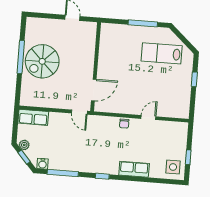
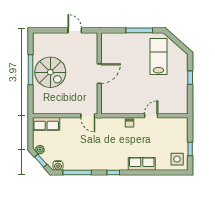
lab bench: (162, 53) -> (158, 56), turned 90
spiral stairs: (42, 61) -> (50, 72), turned -90
door: (94, 90) -> (99, 74), moved

